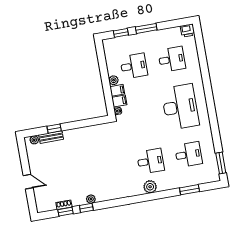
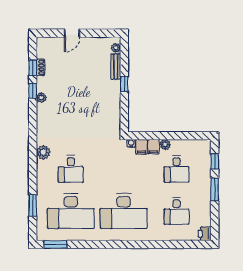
window: (54, 129) -> (124, 84), moved
desk: (188, 154) -> (71, 211), width x1.87, depth x1.30
plant: (150, 187) -> (43, 152), moved

